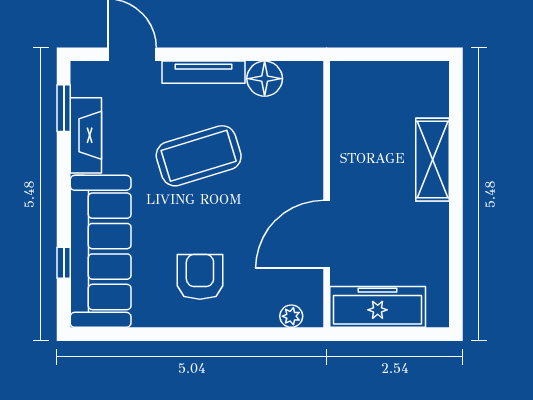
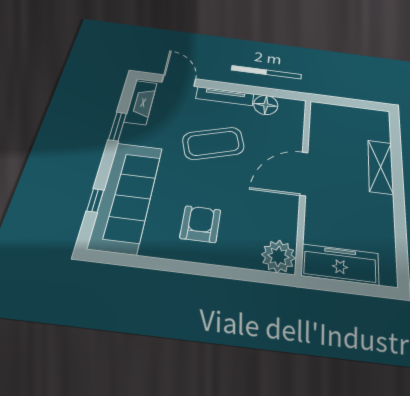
window: (64, 108) -> (118, 126), moved
fireplace: (86, 135) -> (141, 102), moved
door: (327, 234) -> (304, 174), moved
plant: (291, 316) -> (278, 256), width x1.88, depth x1.88

